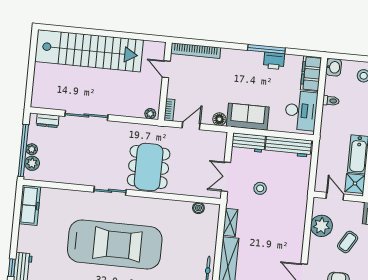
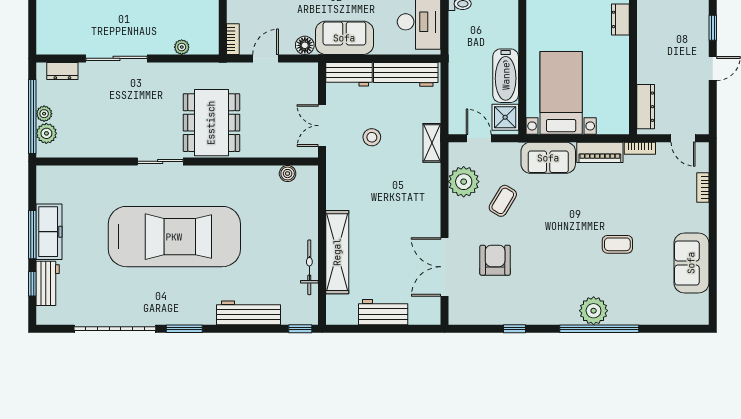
plant: (150, 114) -> (182, 47), moved
freezer: (30, 205) -> (49, 232), moved
shelving: (230, 222) -> (432, 143), moved
window: (15, 233) -> (32, 235), added

